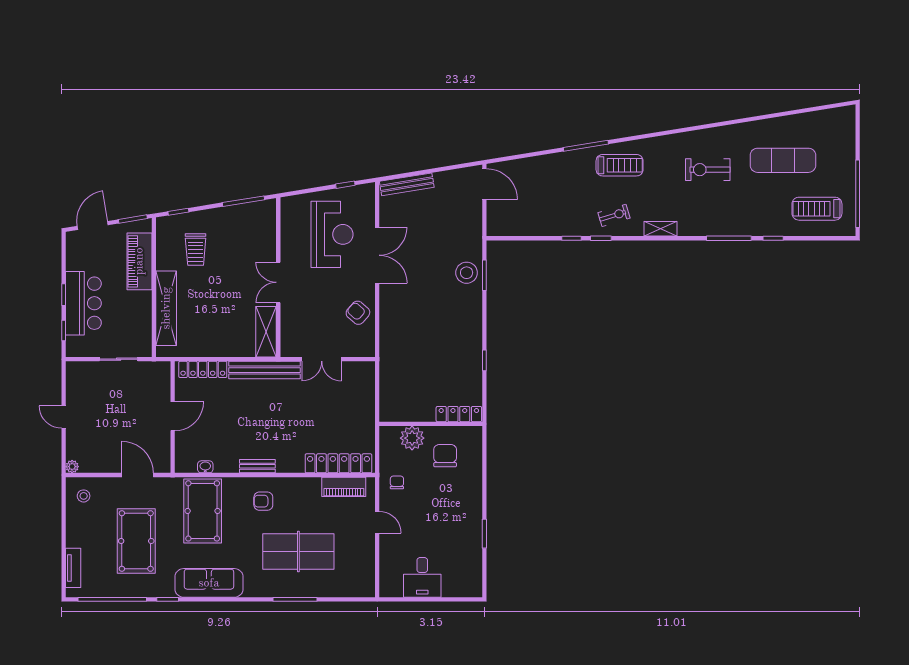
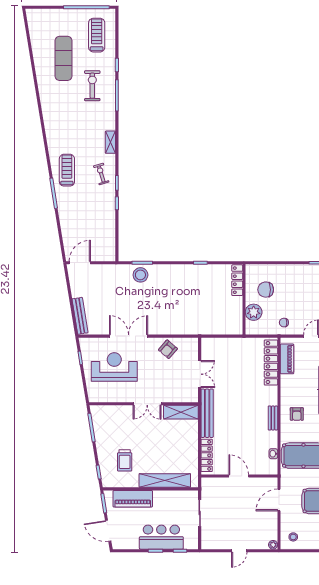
exercise bike: (708, 170) -> (92, 86), moved, turned 180
treadmill: (817, 209) -> (97, 35), turned 180
trolley: (196, 250) -> (125, 460), turned 90

